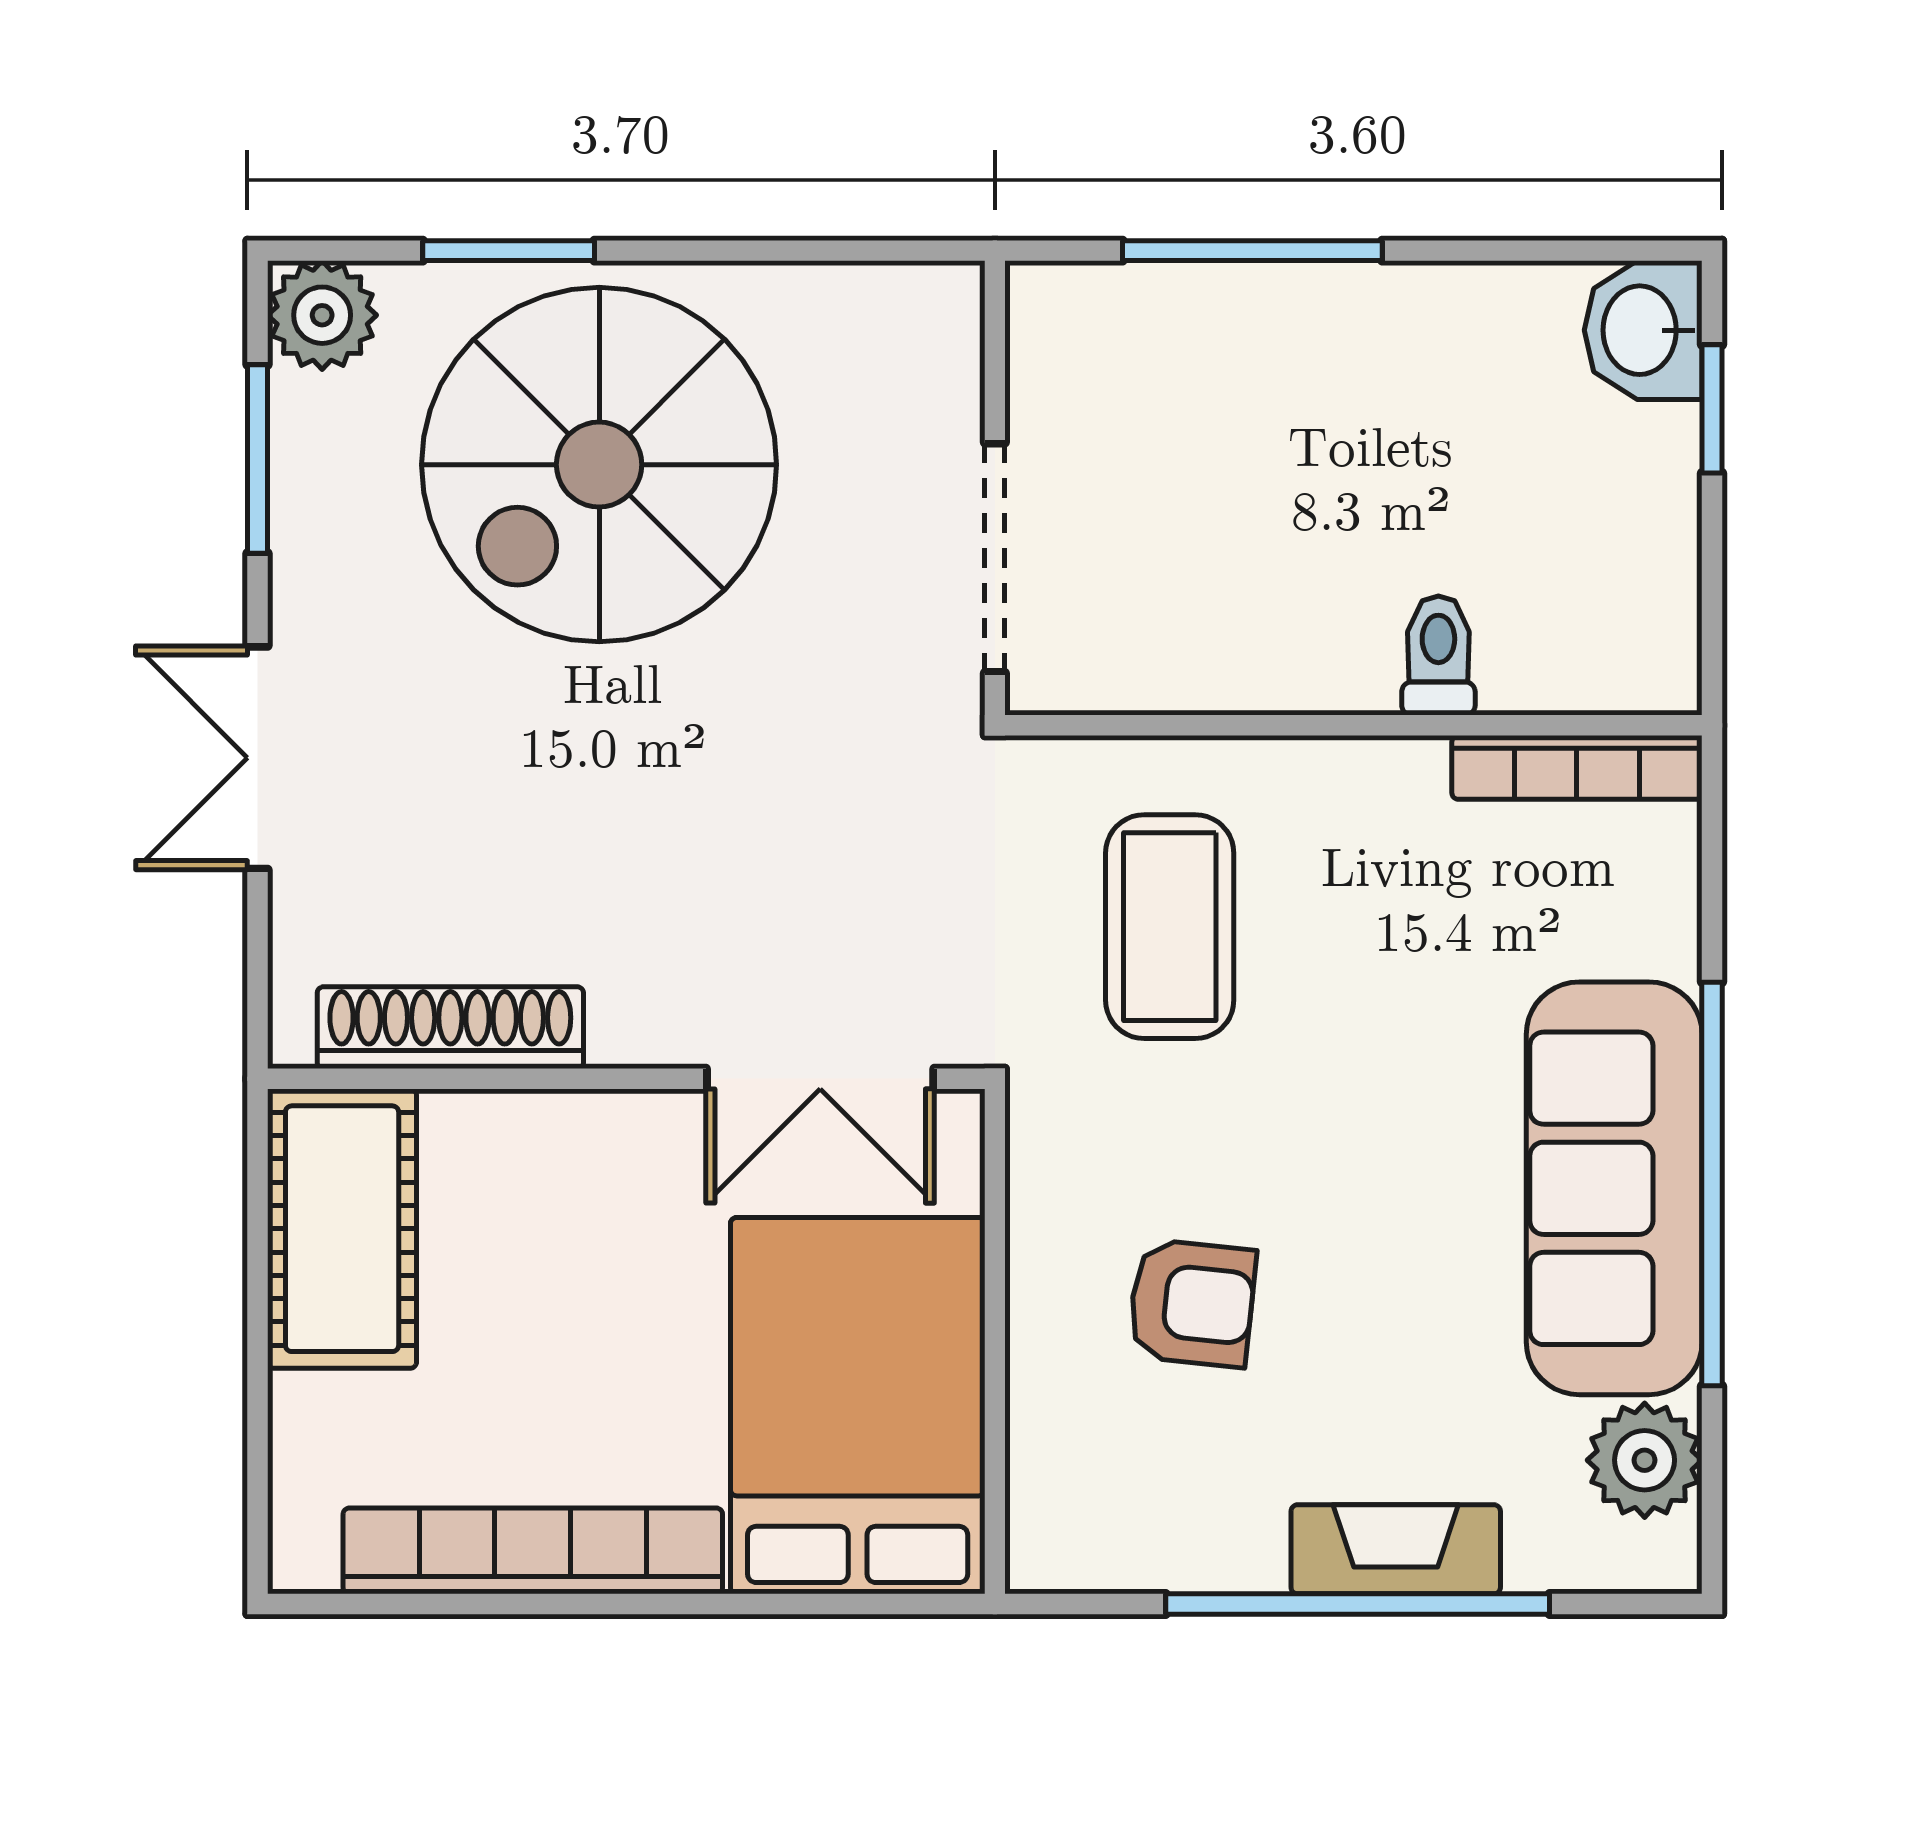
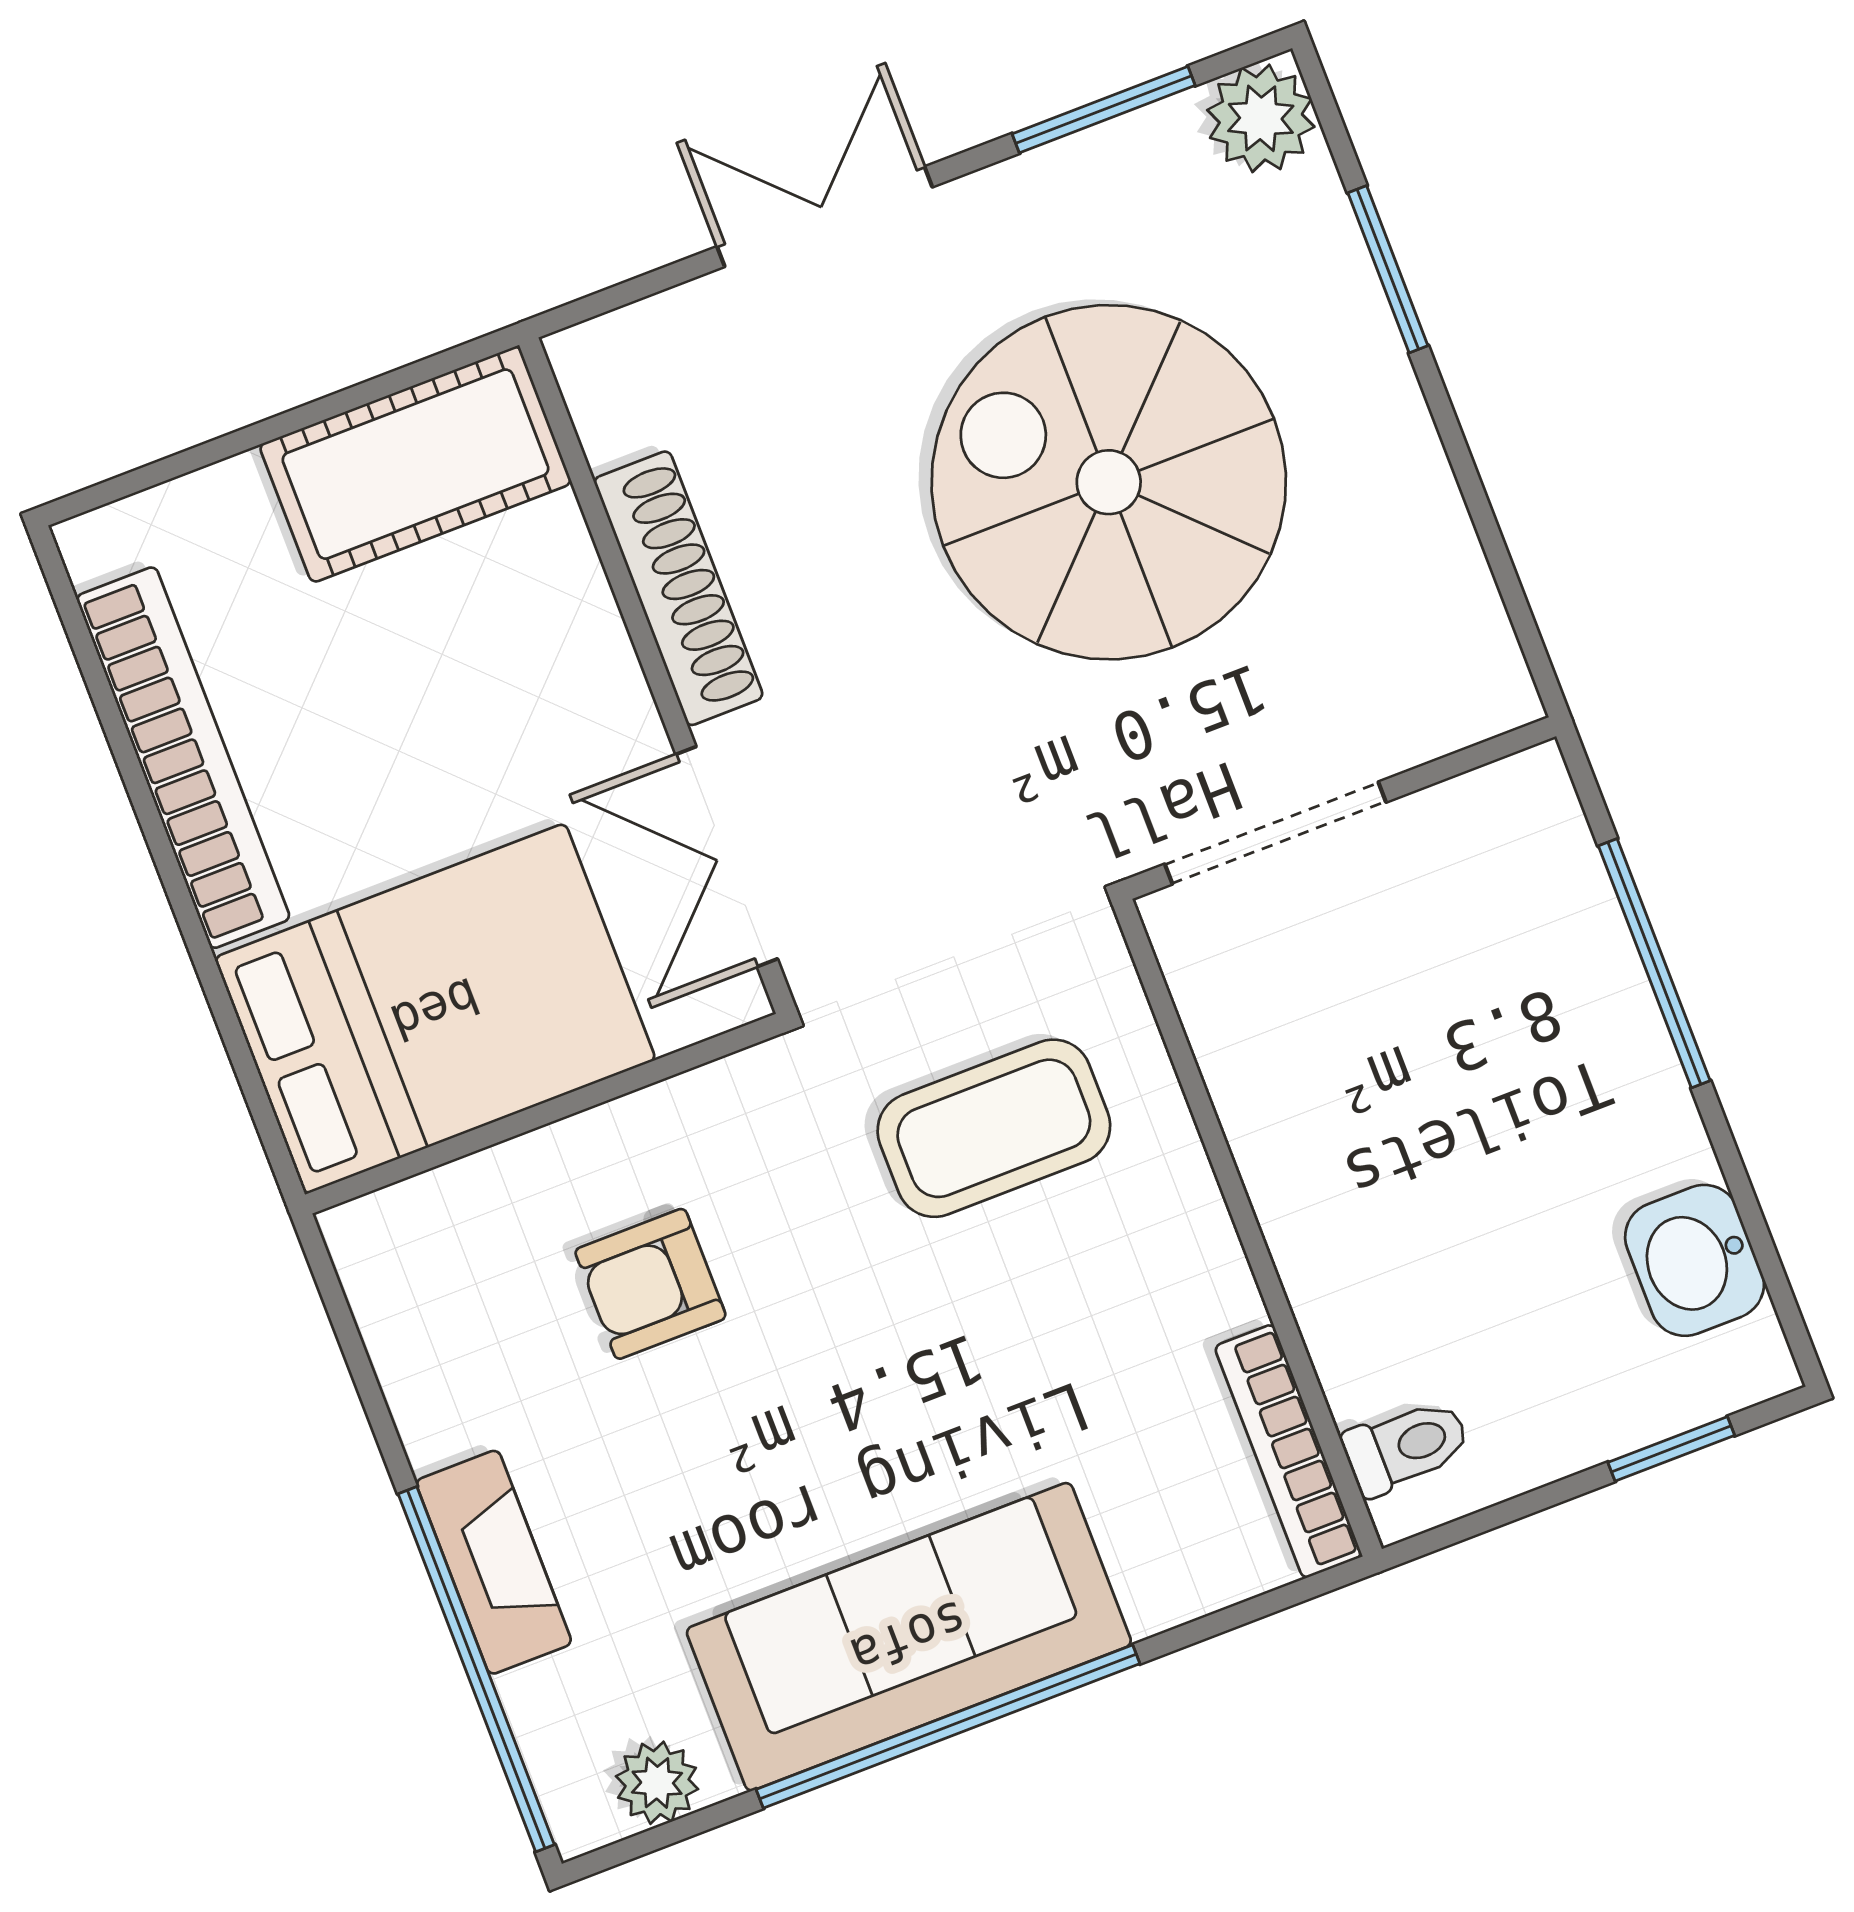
washbasin: (1643, 330) -> (1695, 1260), moved, turned -90
spiral stairs: (599, 465) -> (1109, 482), moved
toilet: (1438, 656) -> (1406, 1447), moved
shoe rack: (450, 1028) -> (678, 588), moved
armchair: (1192, 1303) -> (650, 1284), turned 84
plant: (1645, 1460) -> (657, 1783), width x0.73, depth x0.73
window: (1358, 1604) -> (476, 1669), moved

